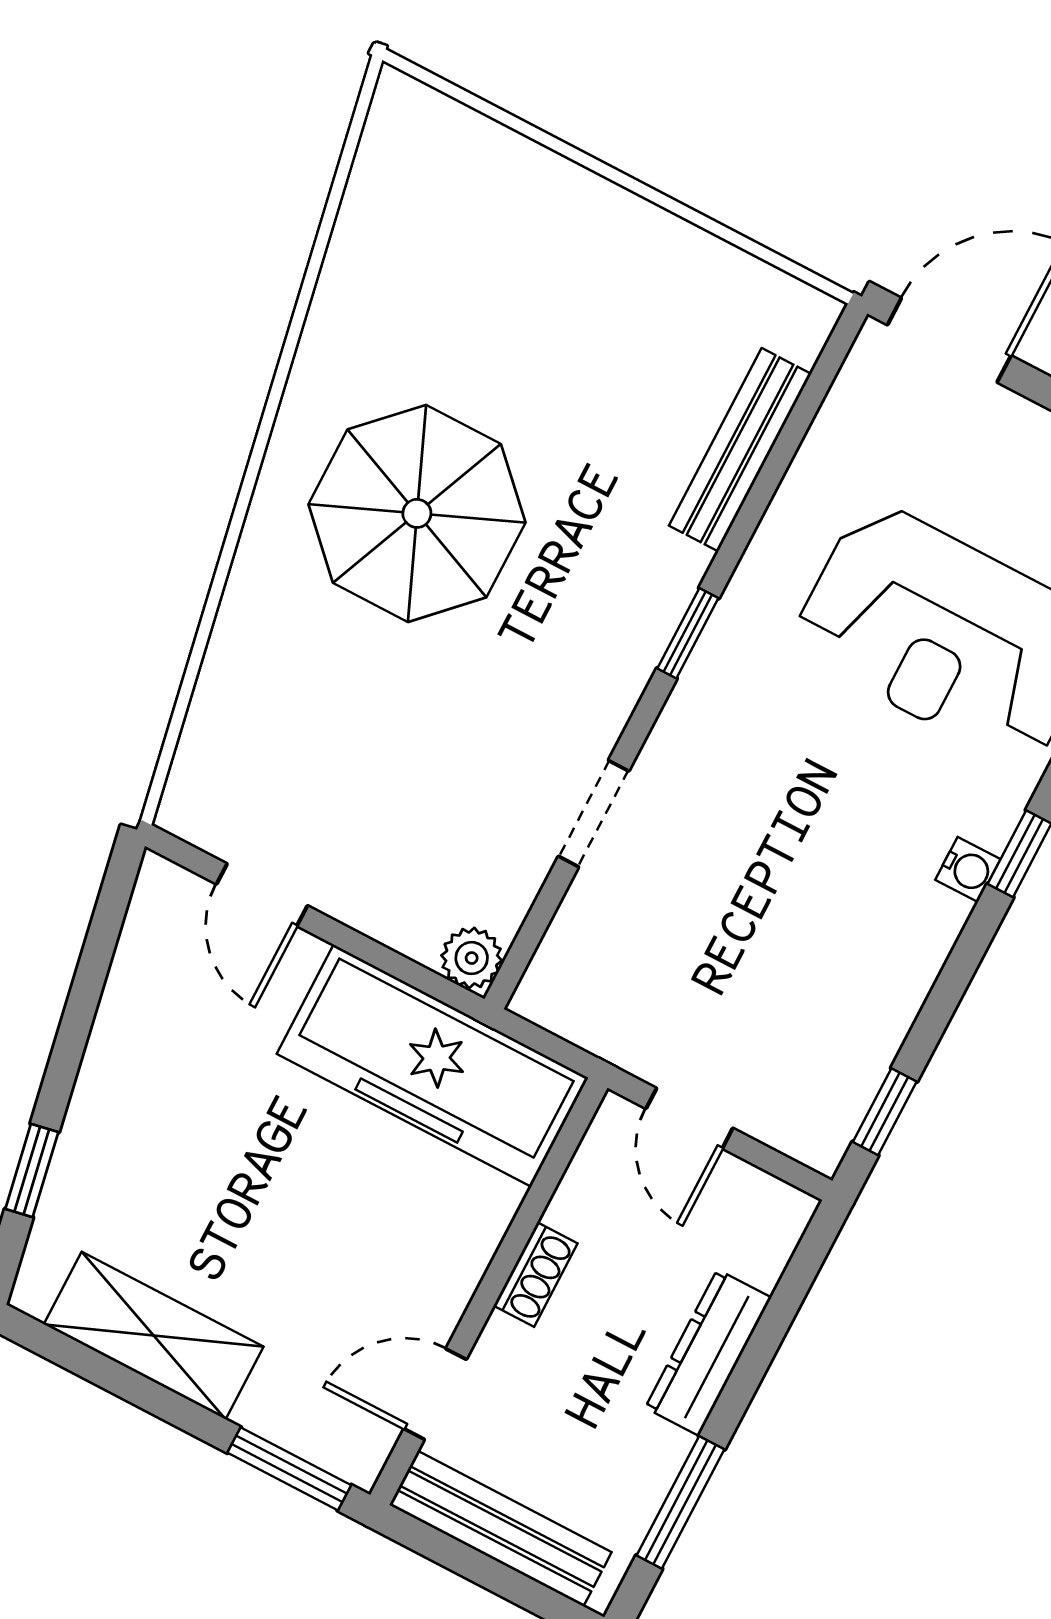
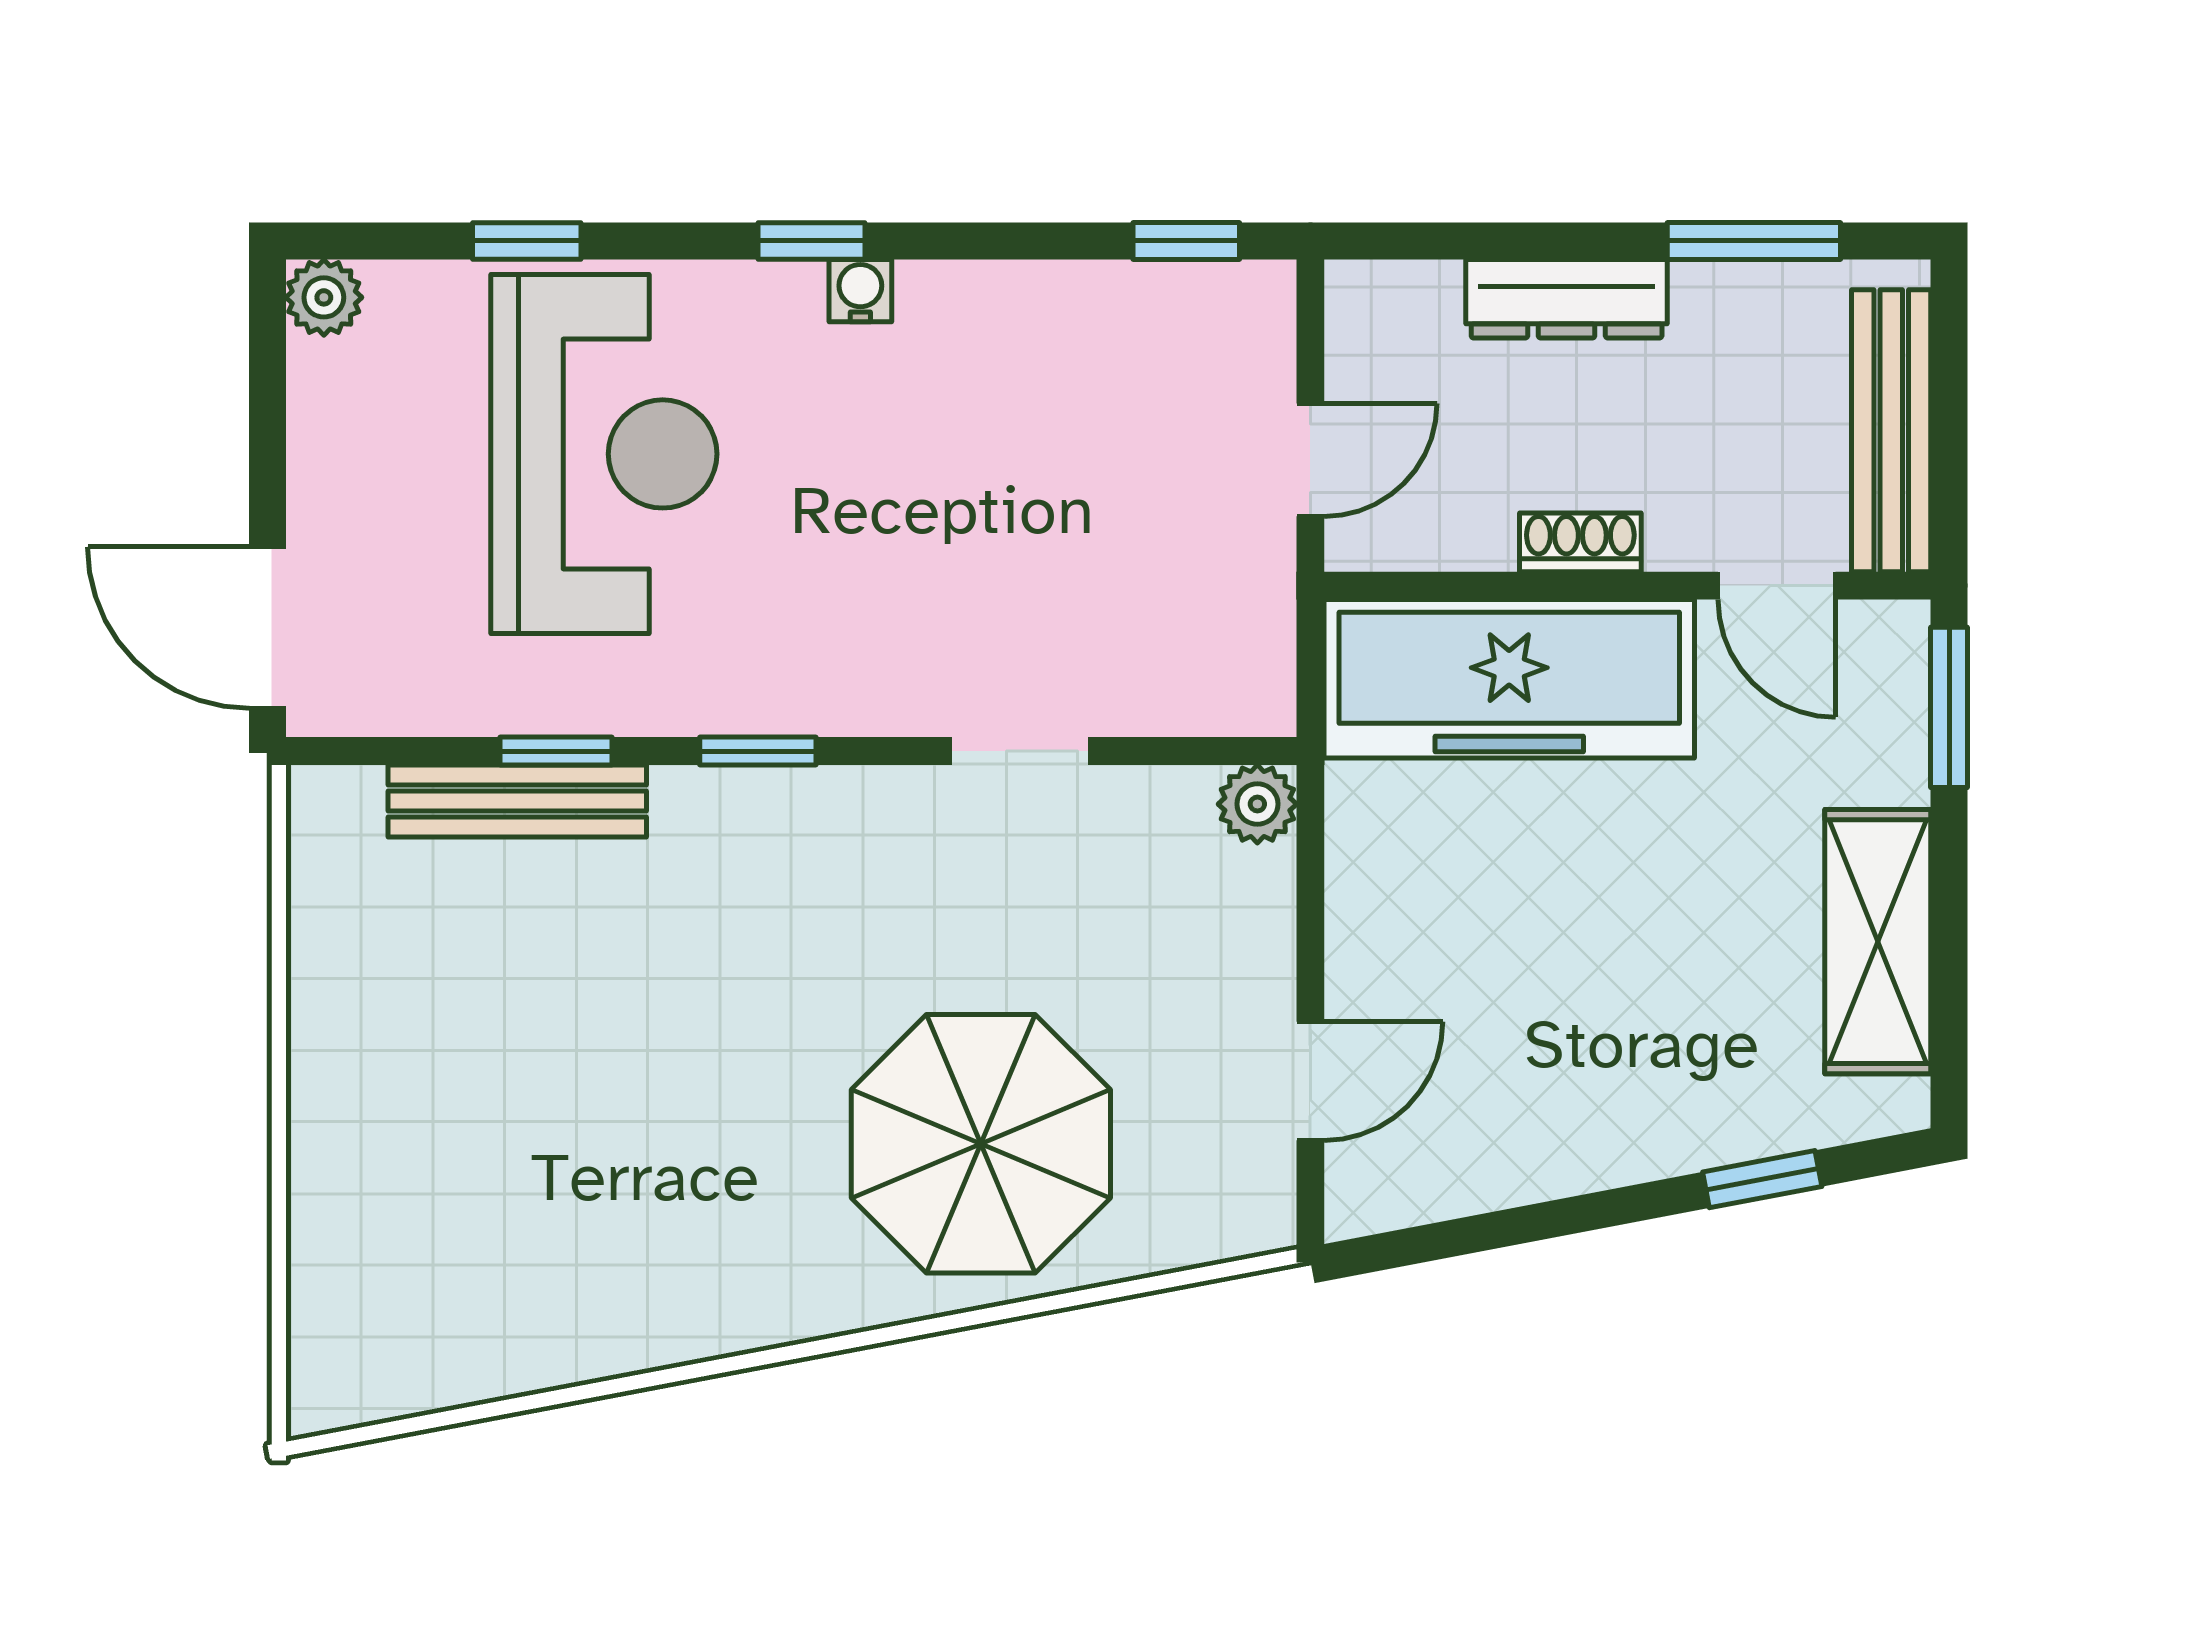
window: (760, 494) -> (556, 751), added
parasol: (417, 513) -> (981, 1144), moved
freezer: (433, 1066) -> (1509, 679), moved, turned 90

